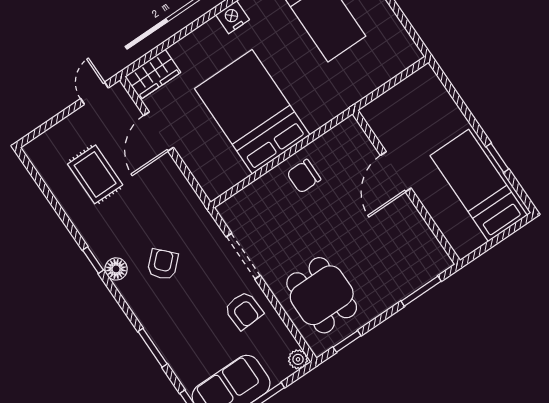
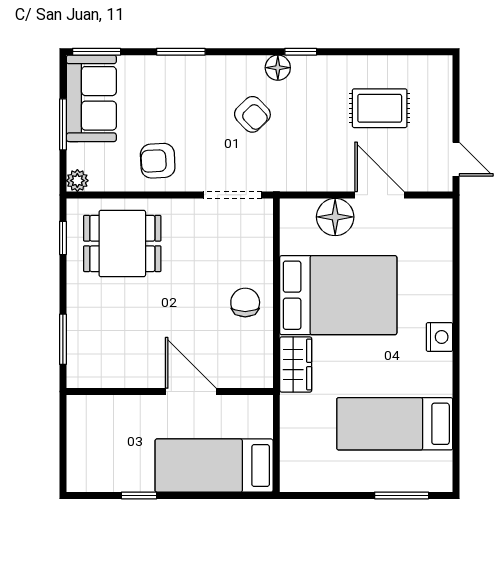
wardrobe: (153, 74) -> (296, 365), moved, turned 180
floor lamp: (197, 153) -> (335, 217), added
bed: (479, 185) -> (214, 466), moved, turned 180
doorway: (243, 256) -> (233, 195), moved

